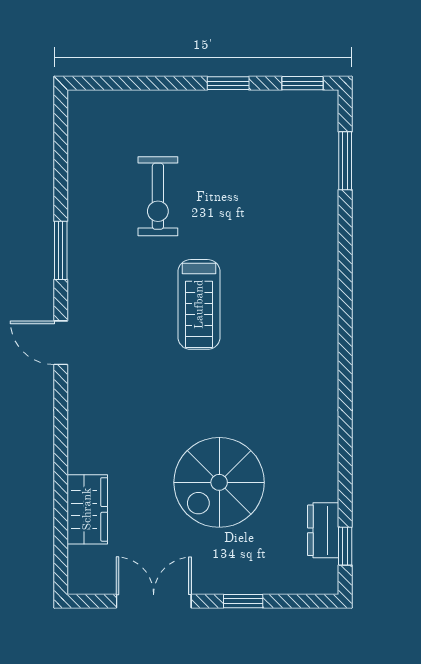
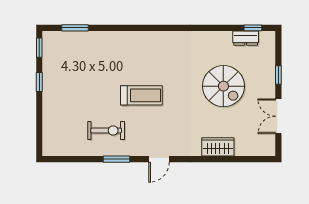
exercise bike: (158, 196) -> (106, 130), moved
wardrobe: (87, 509) -> (218, 147), moved

